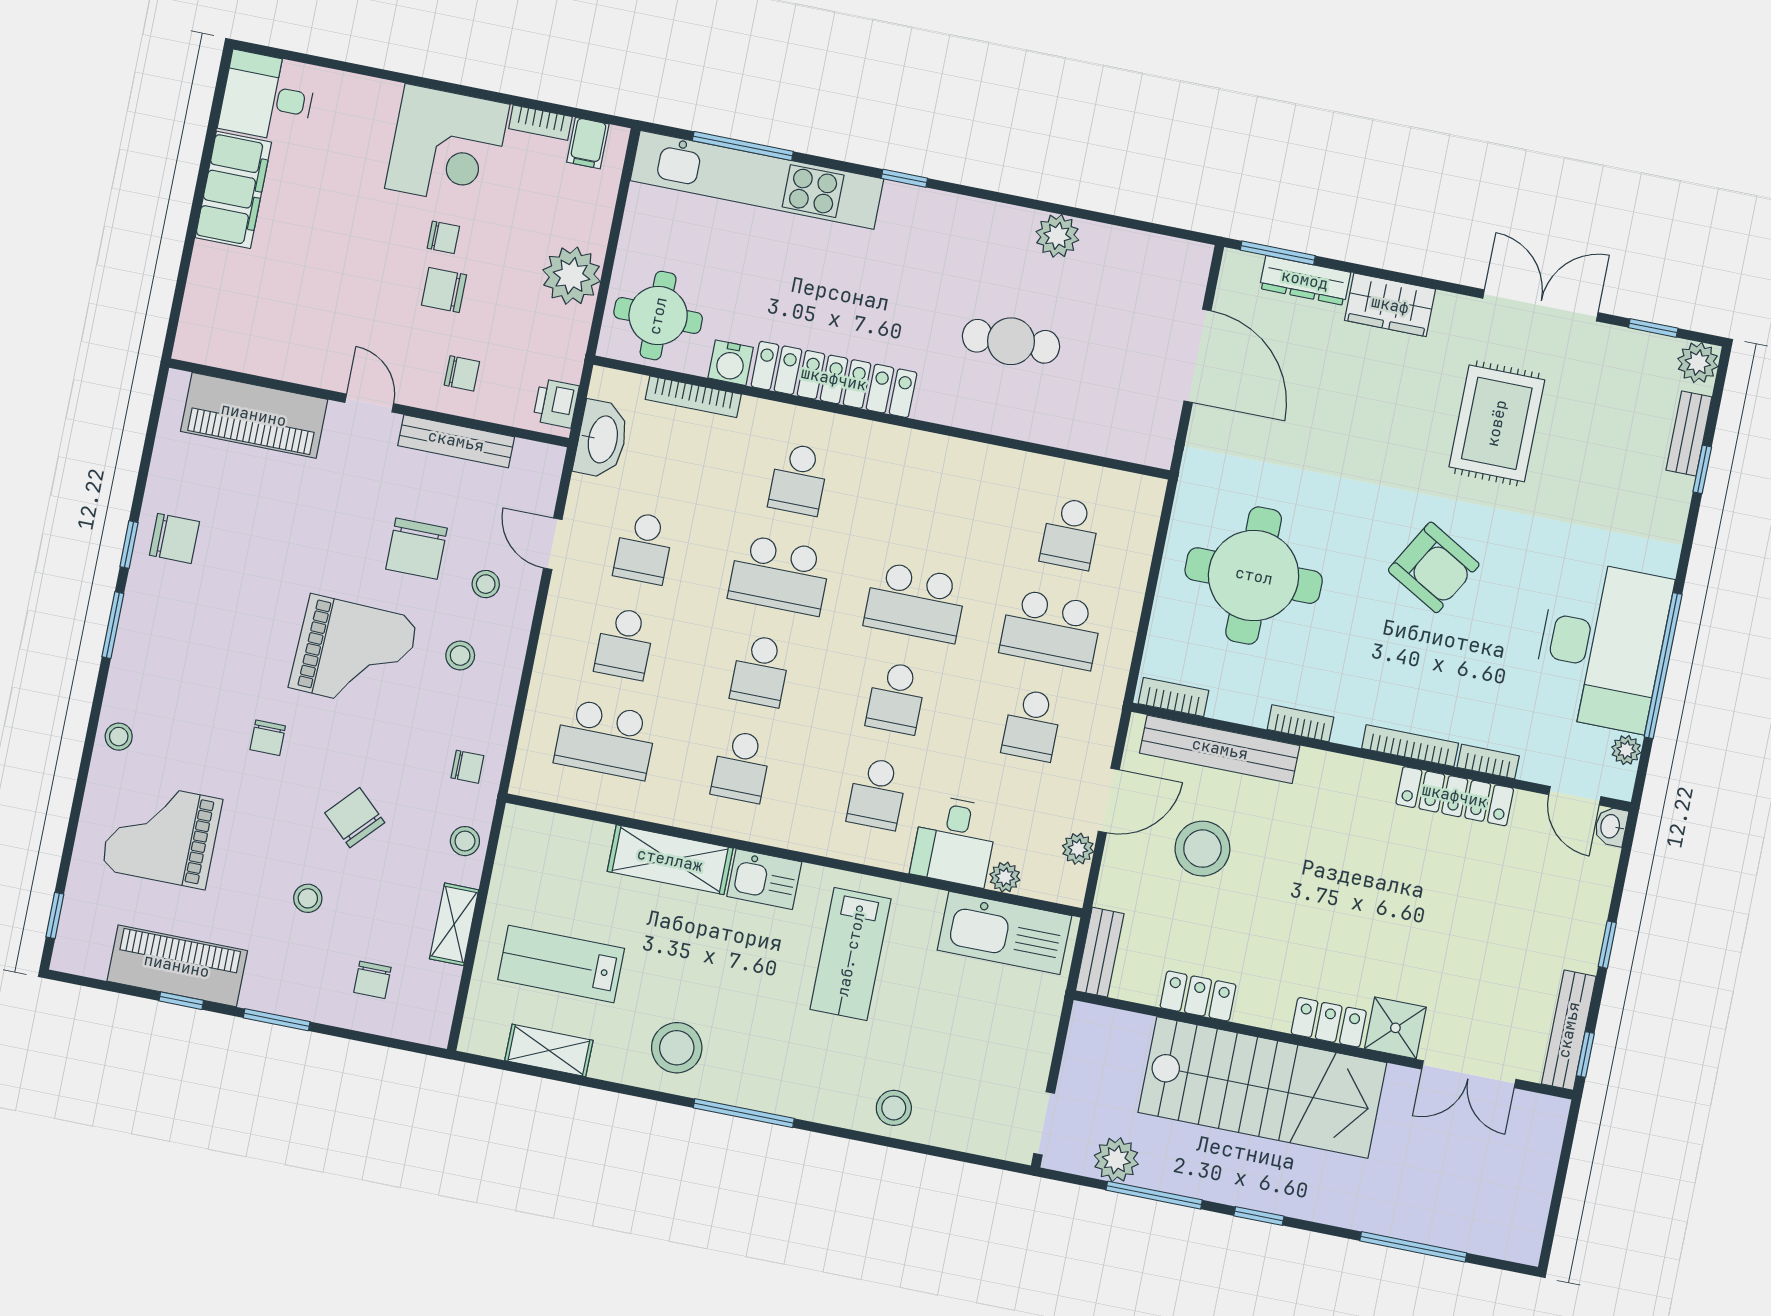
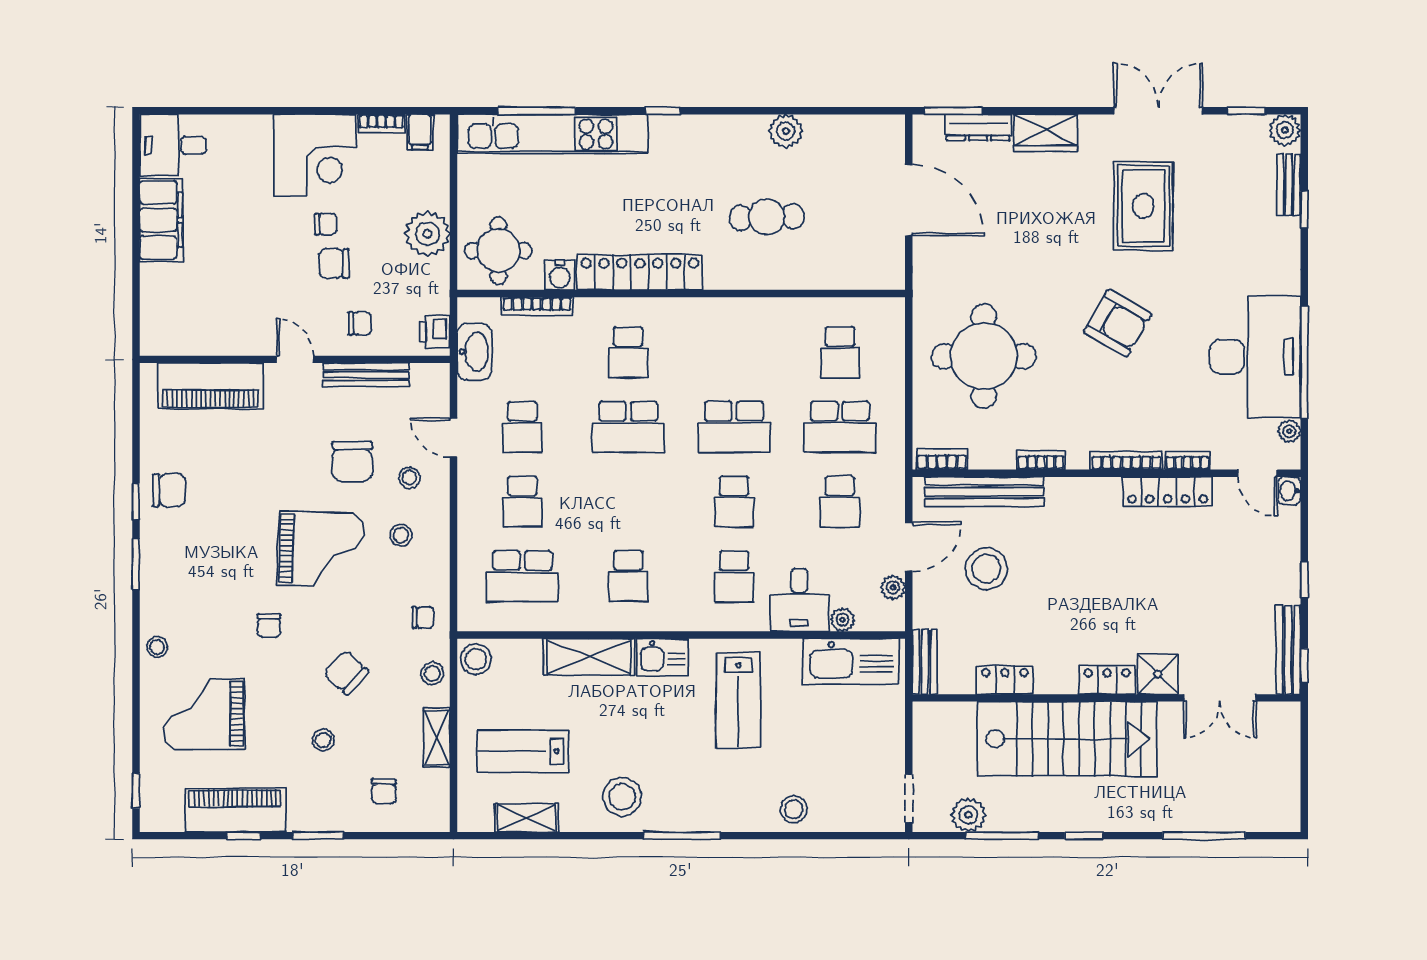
school desk: (760, 671) -> (628, 502), removed
stool: (525, 834) -> (476, 659), added

